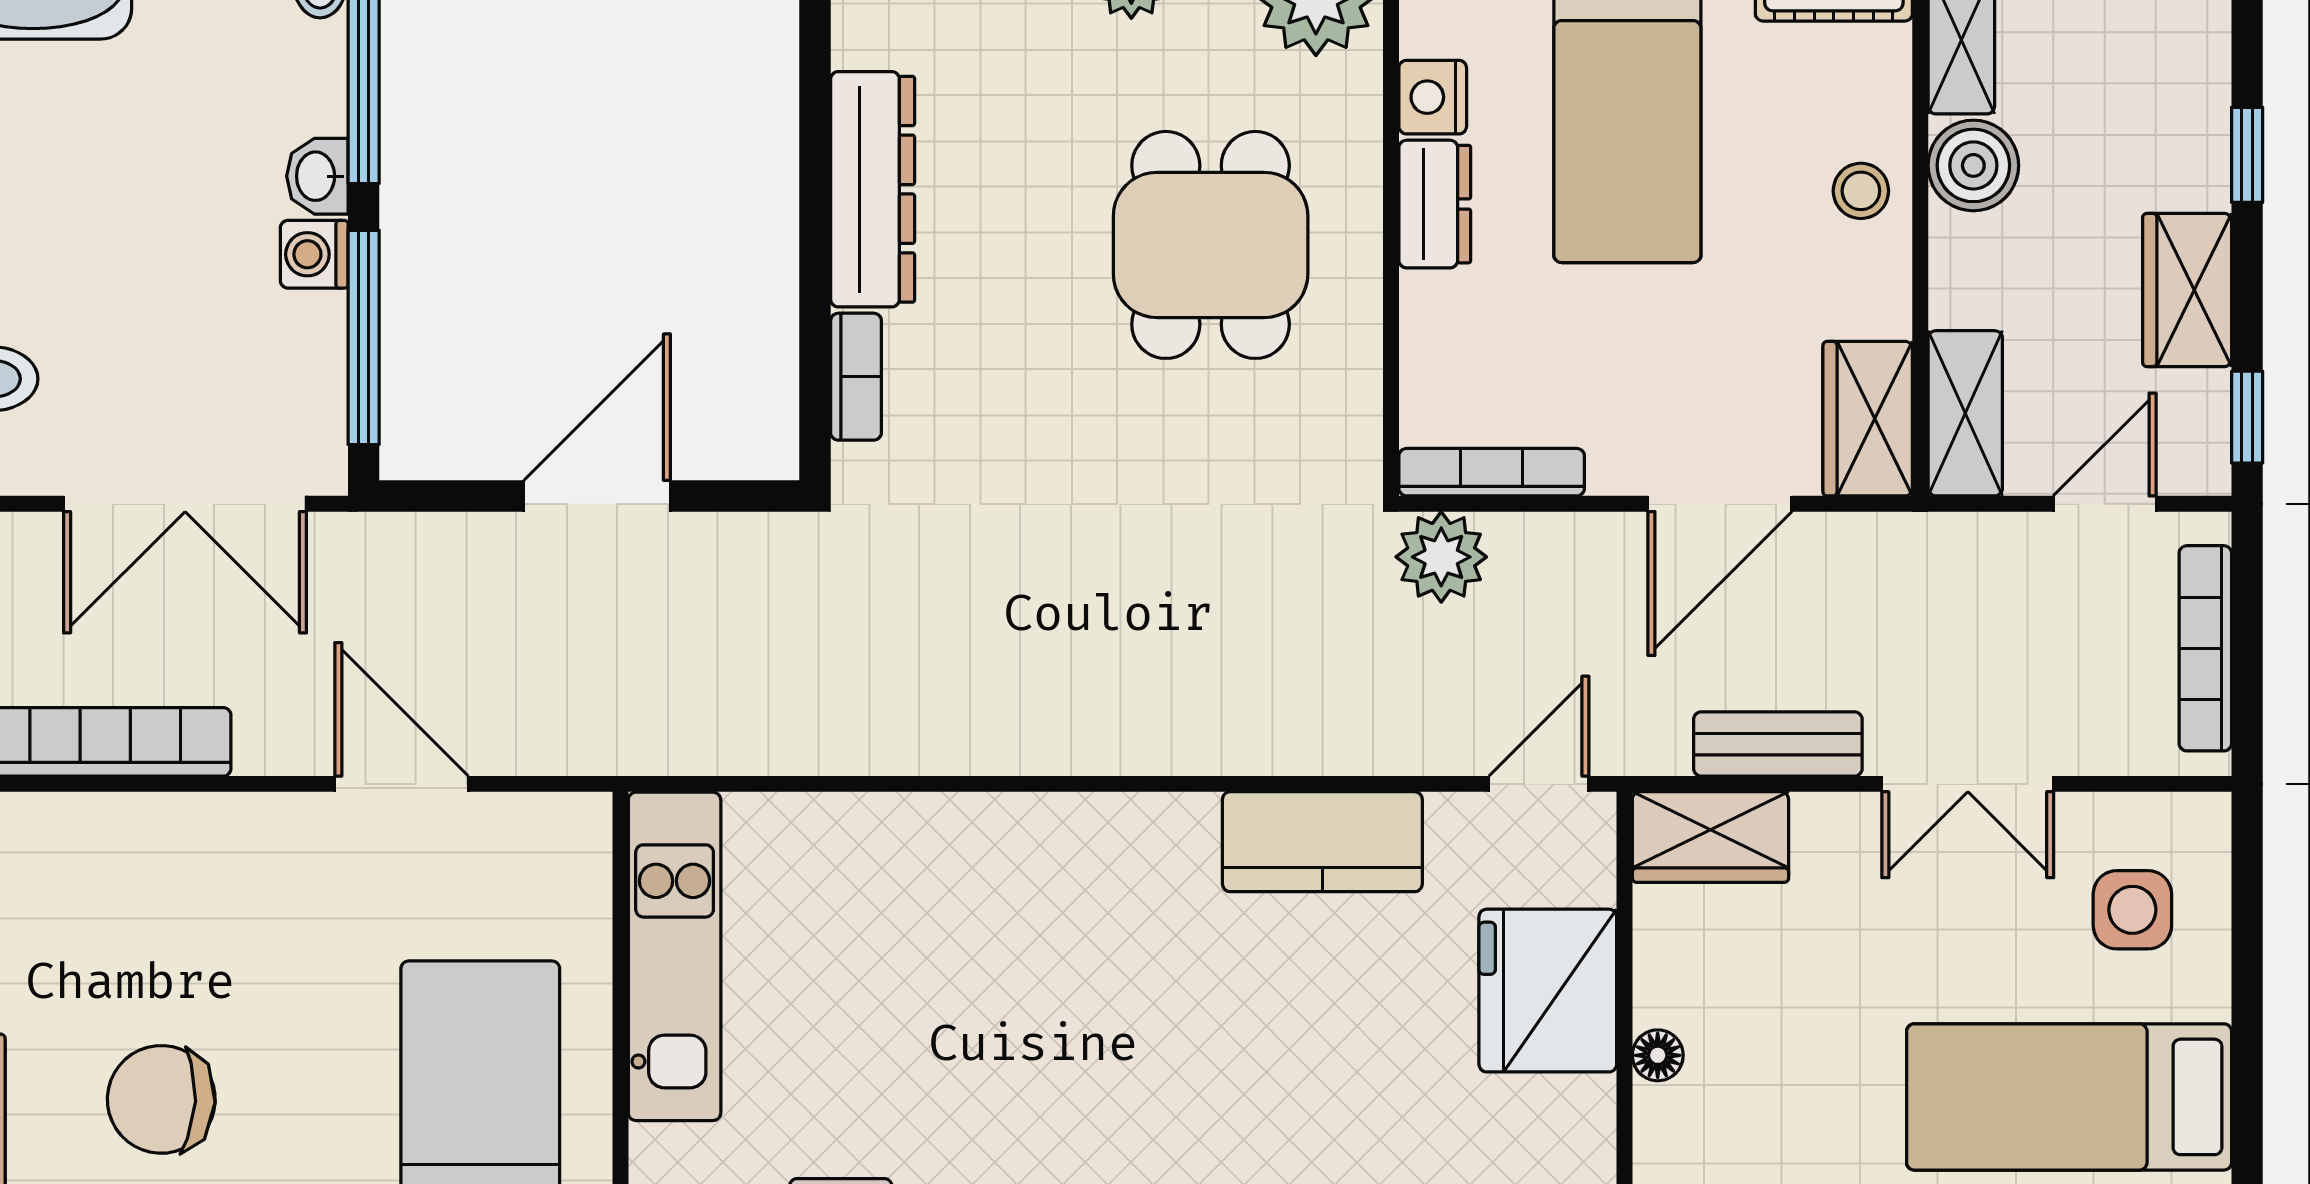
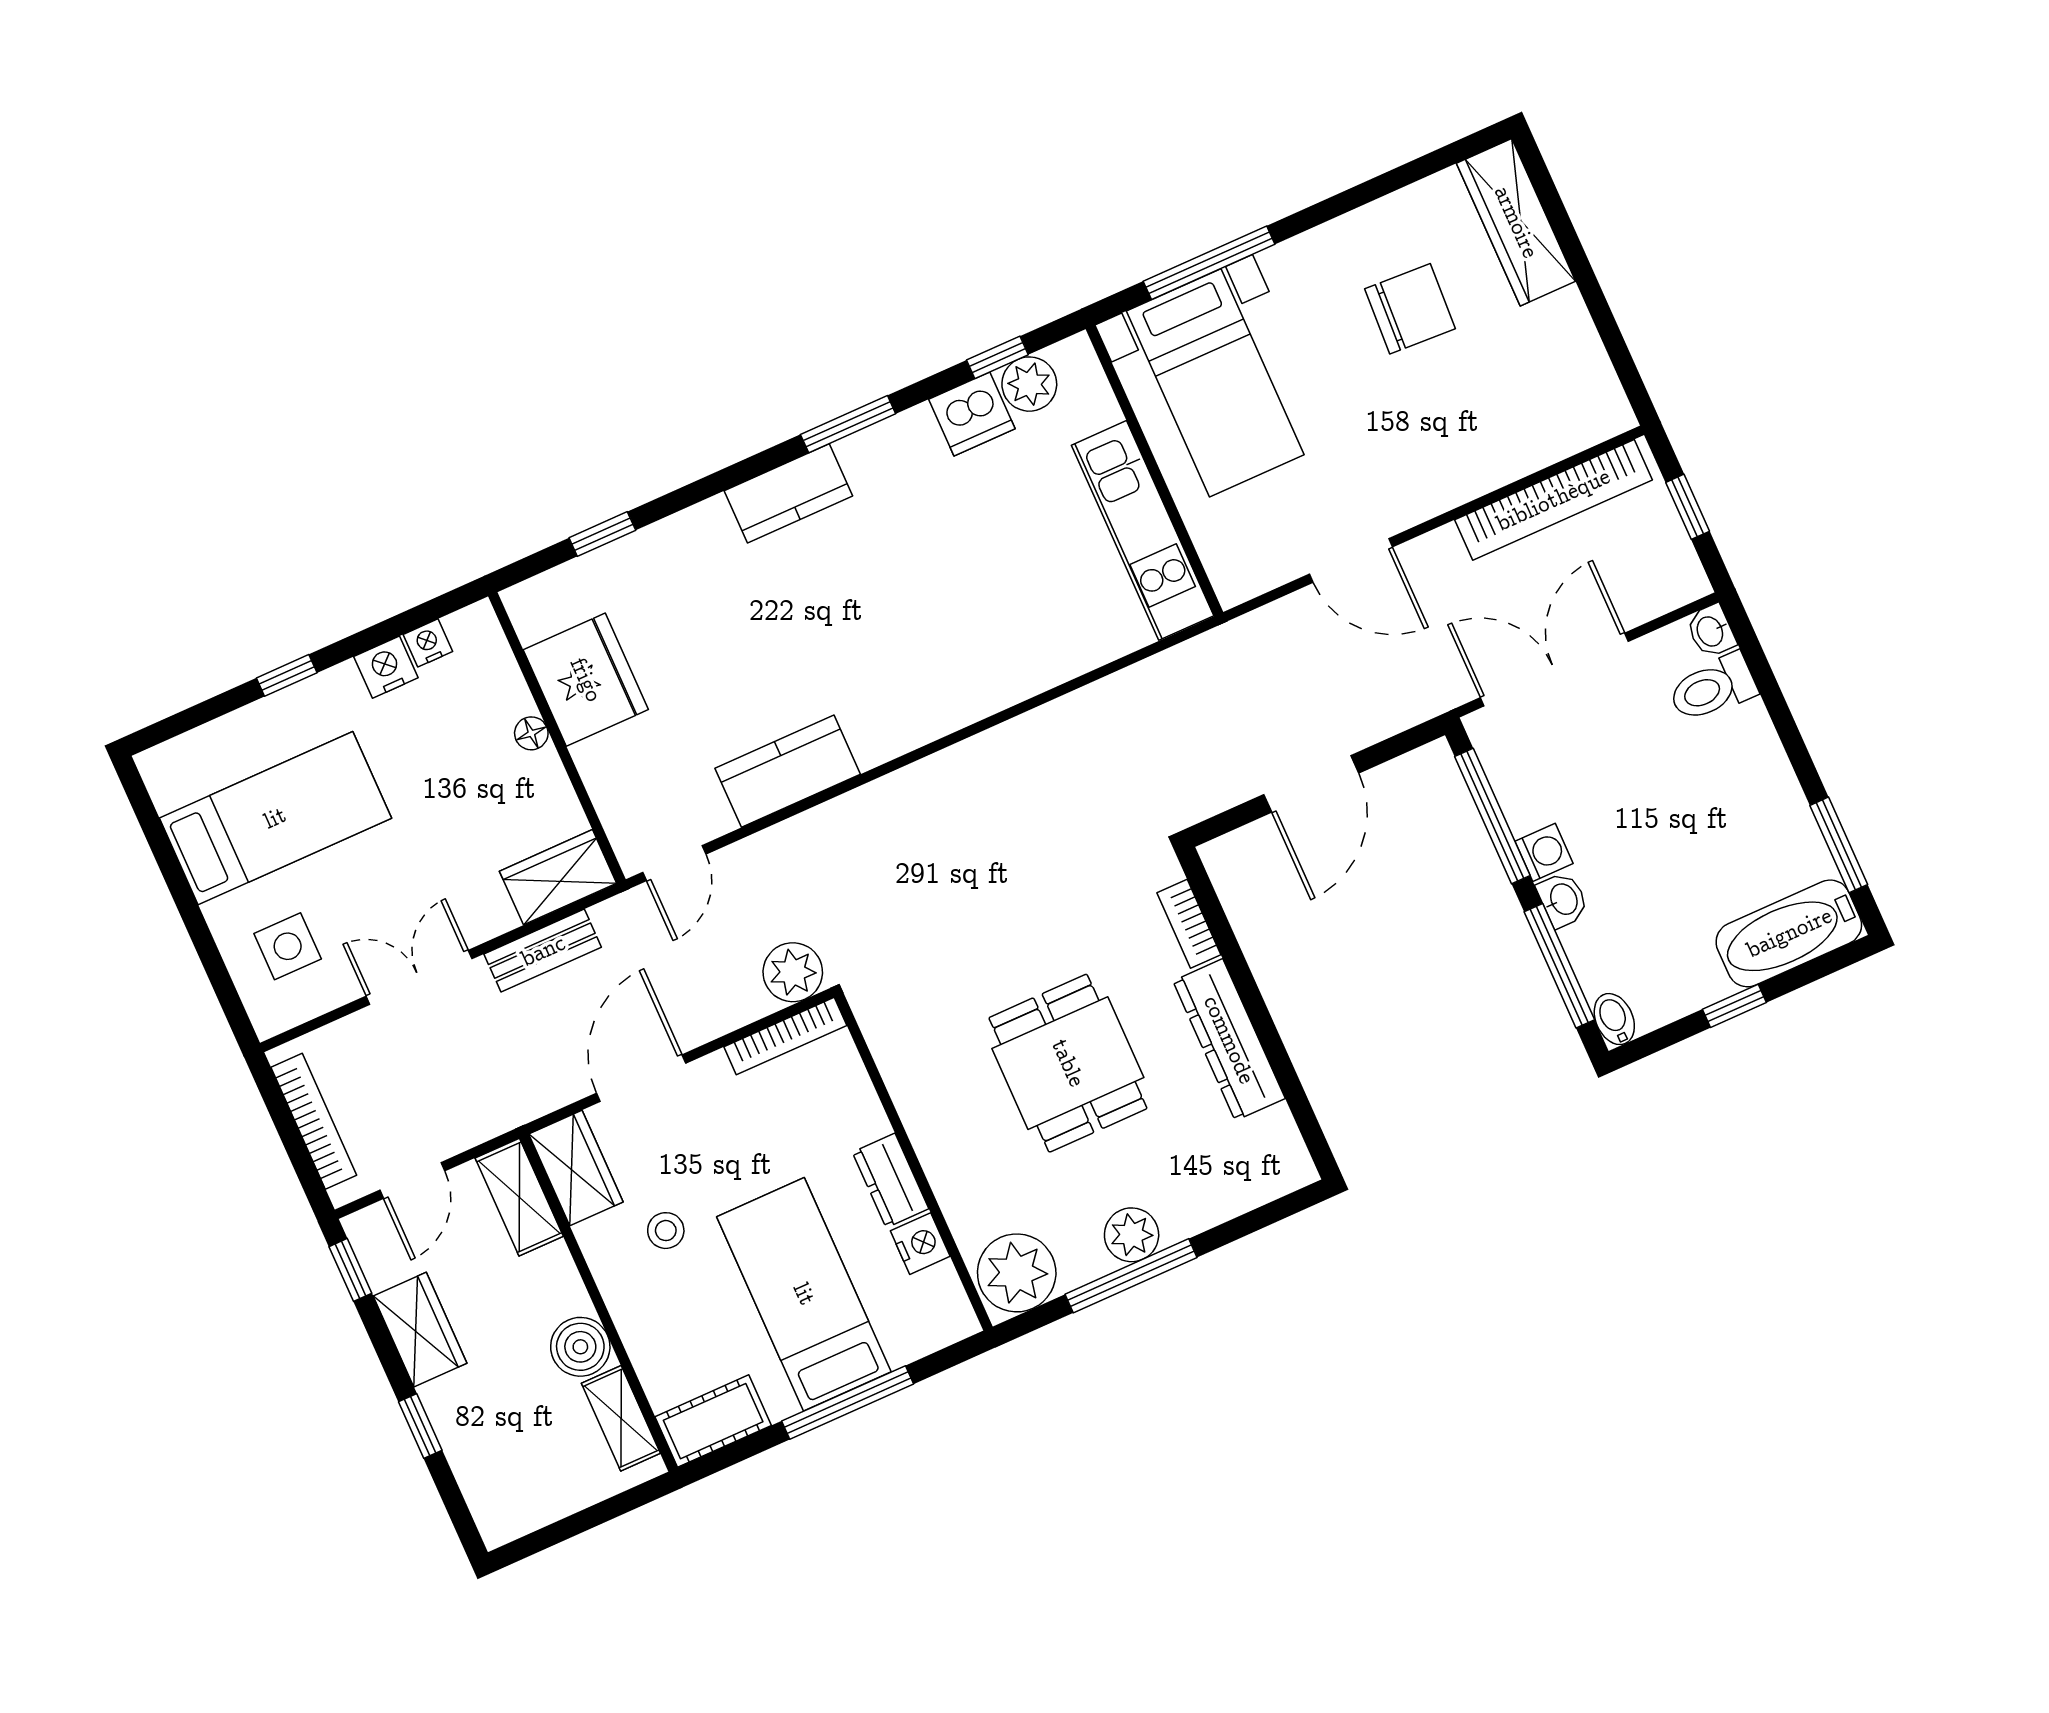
stool: (1861, 191) -> (666, 1231), moved
dining table: (1211, 245) -> (1068, 1063), moved
fridge: (1548, 991) -> (586, 680), moved

